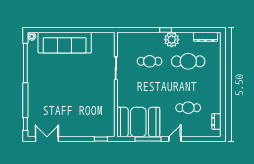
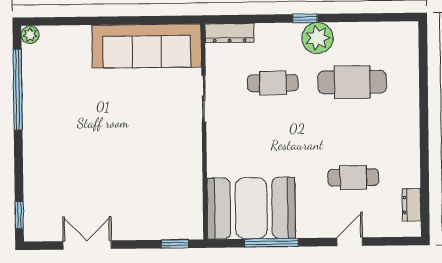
dresser: (205, 37) -> (229, 33), moved
sofa: (65, 43) -> (147, 46), moved
double door: (47, 139) -> (87, 245), moved
door: (175, 139) -> (350, 242), moved

